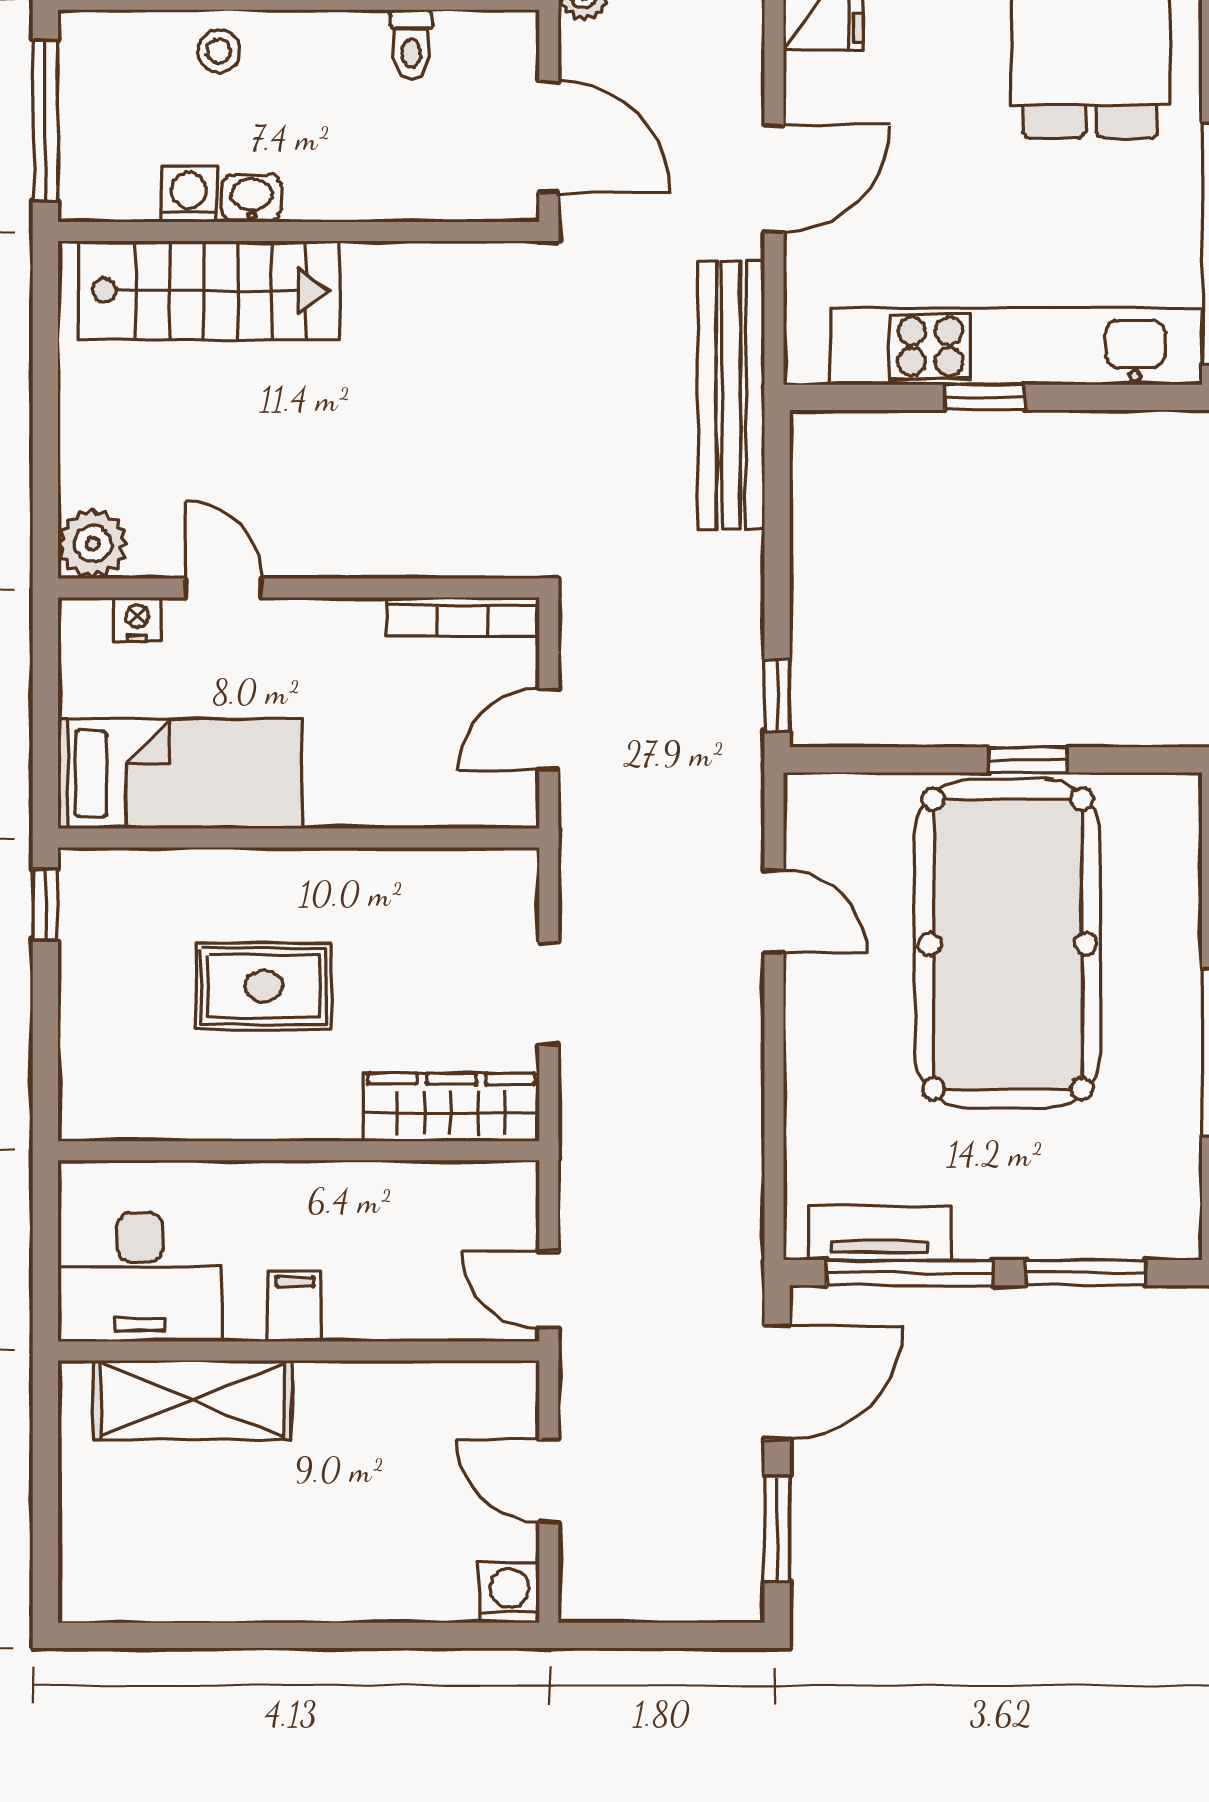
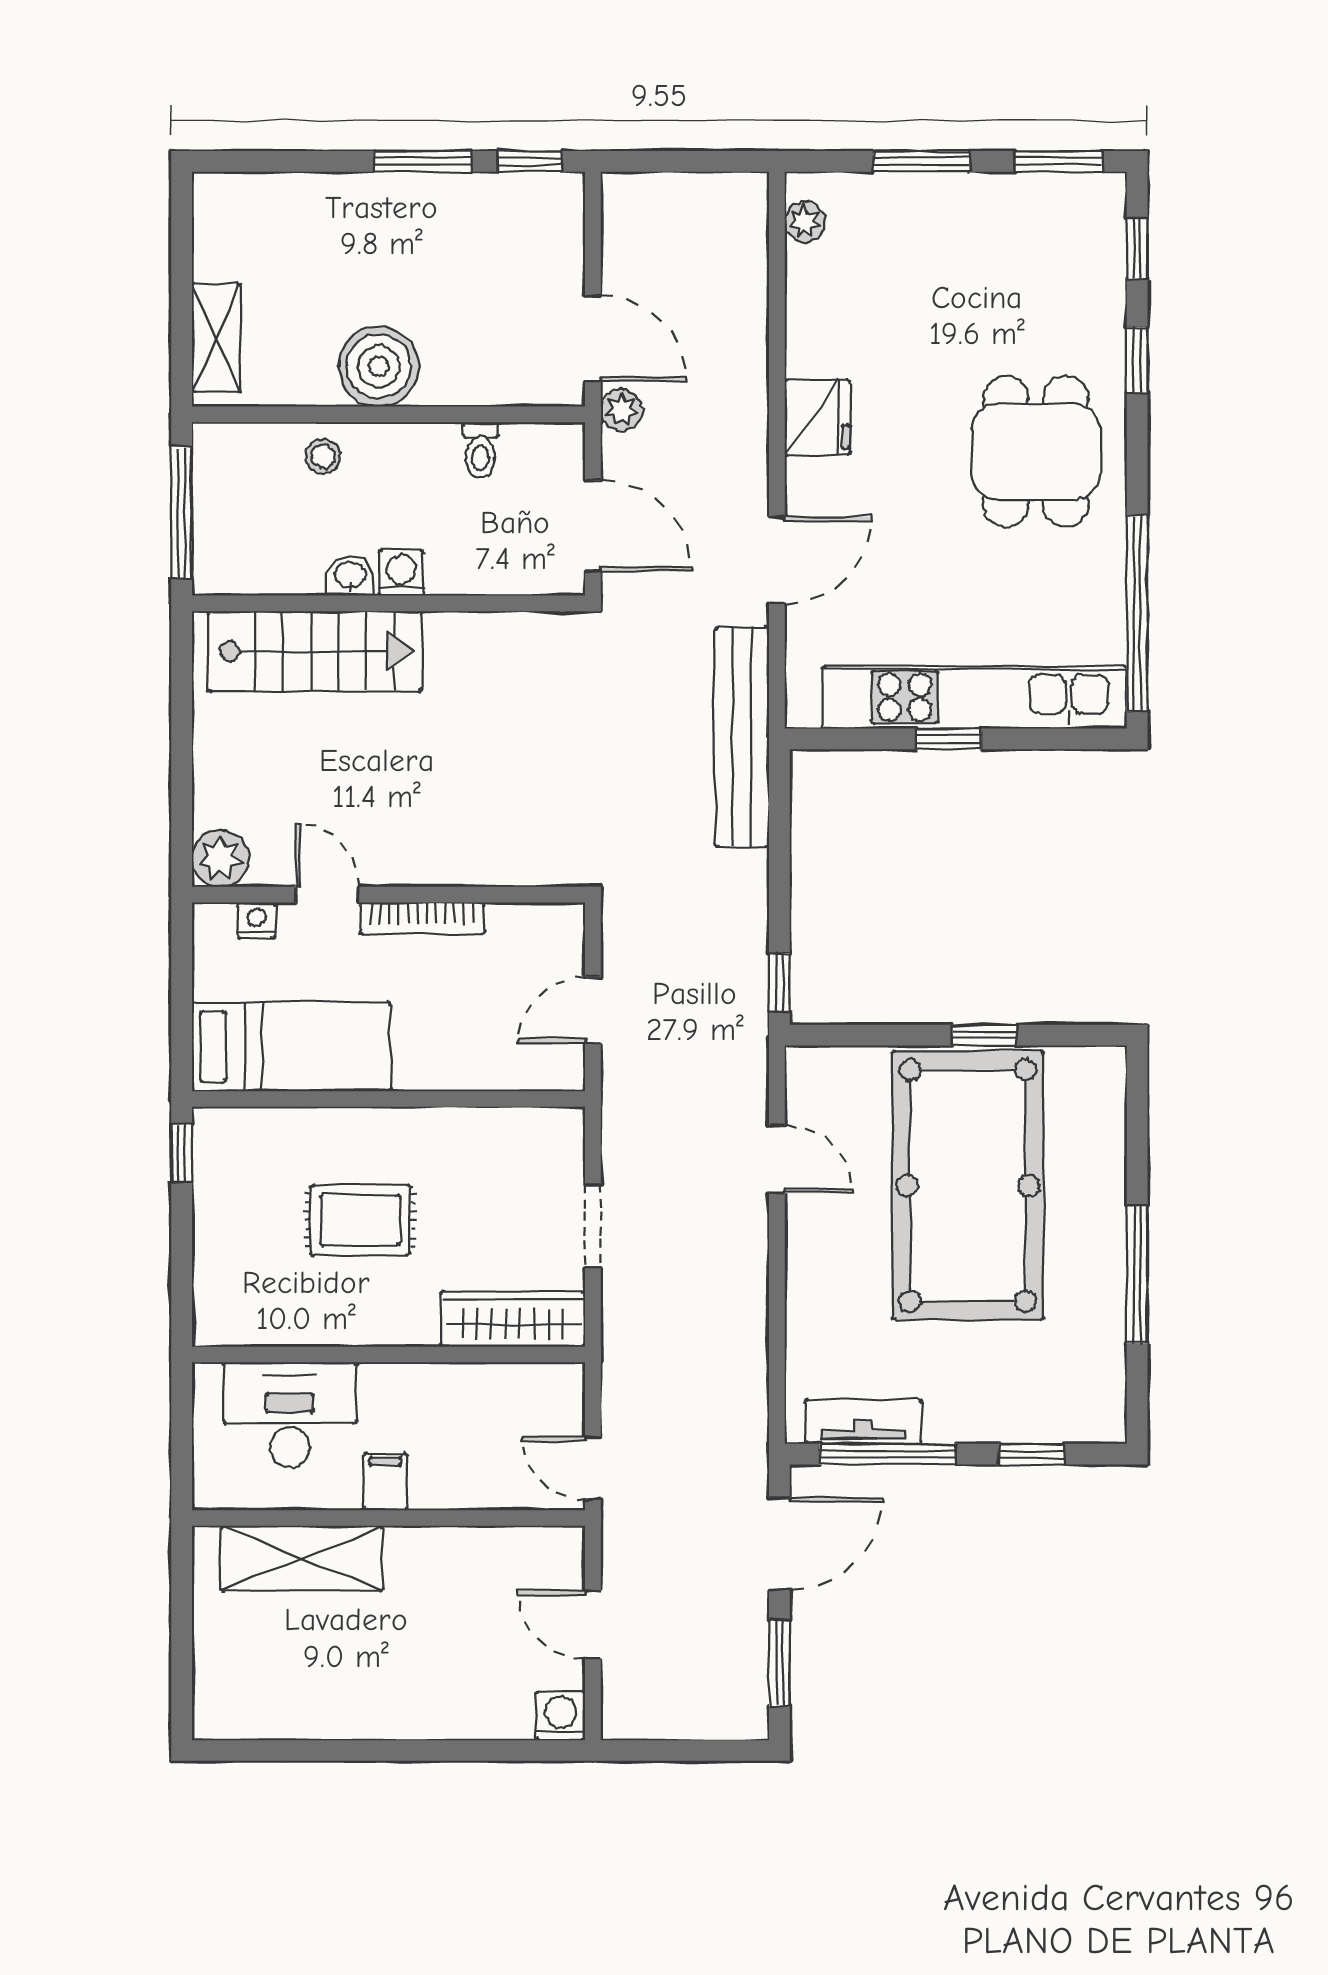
washing machine: (189, 194) -> (401, 573), moved
bookcase: (463, 617) -> (422, 918), moved
window: (1086, 1273) -> (1032, 1454), width x0.67
desk: (140, 1277) -> (290, 1415), moved, turned 180

